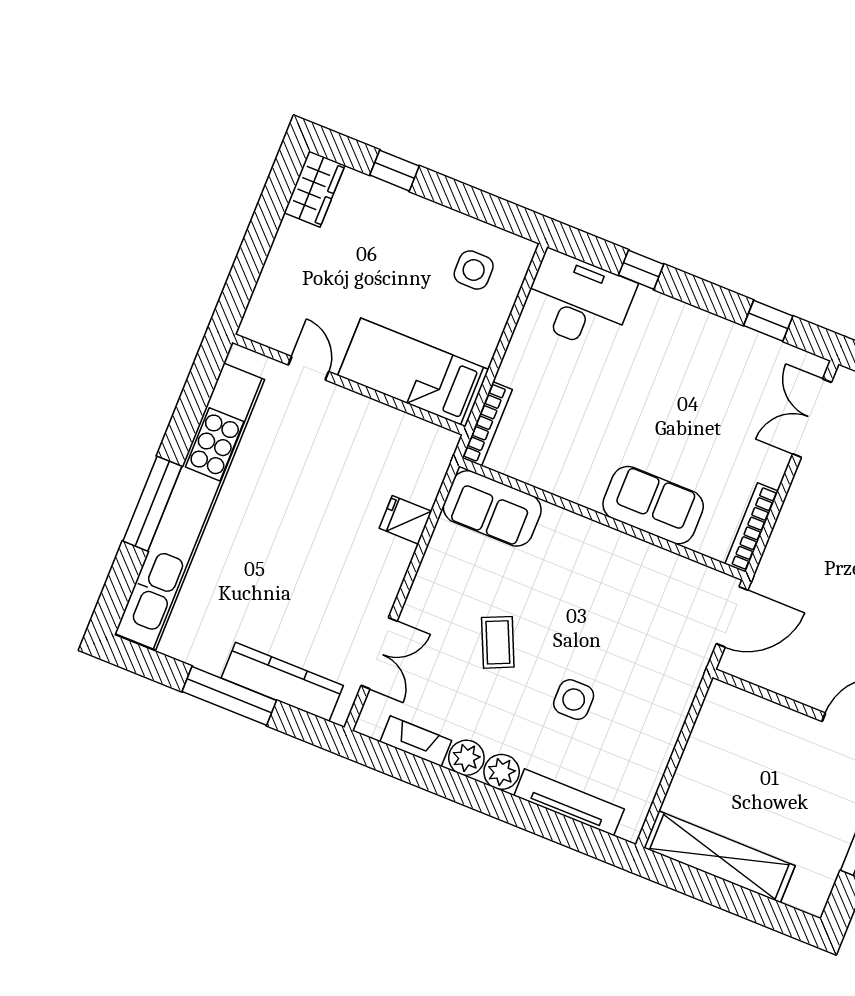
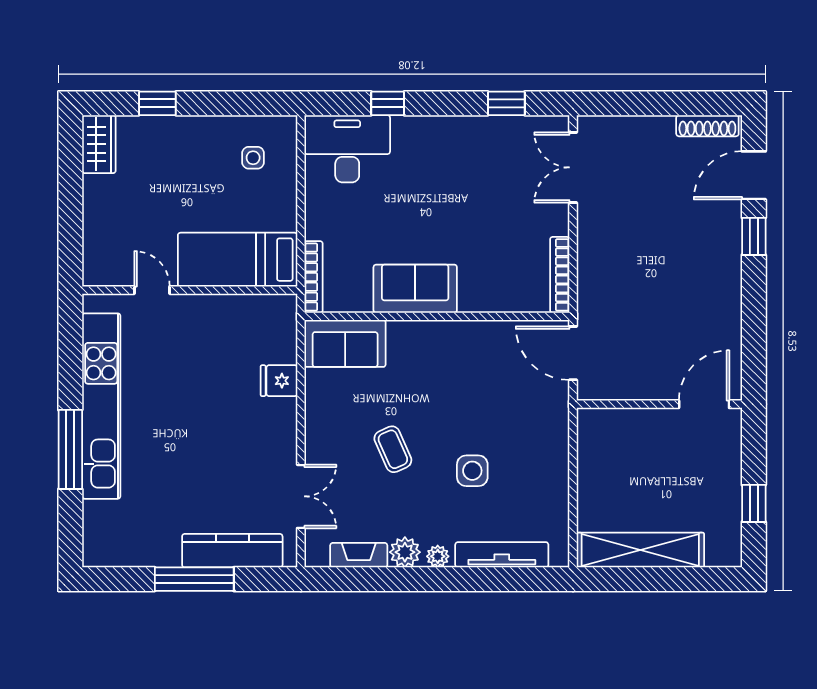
side table: (474, 270) -> (253, 158), width x0.73, depth x0.73
sofa: (653, 505) -> (415, 289), moved
kitchen unit: (190, 507) -> (101, 406), width x0.73
door: (732, 617) -> (573, 353), swing flipped
plant: (502, 772) -> (438, 556), width x0.73, depth x0.73

